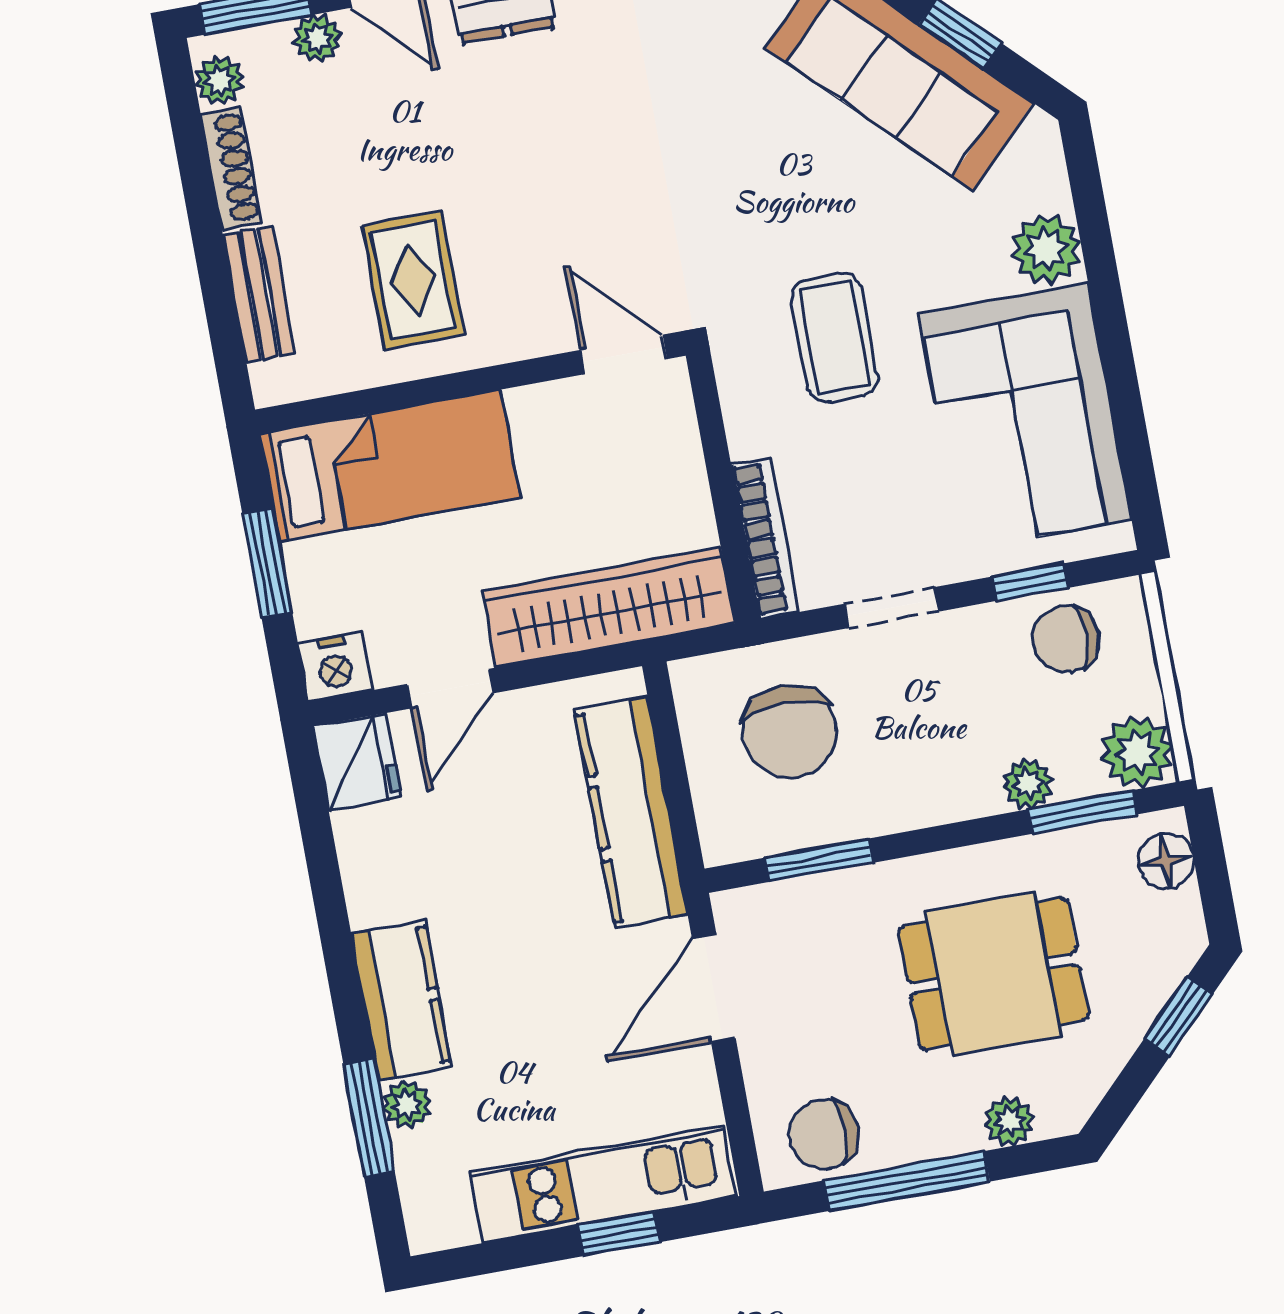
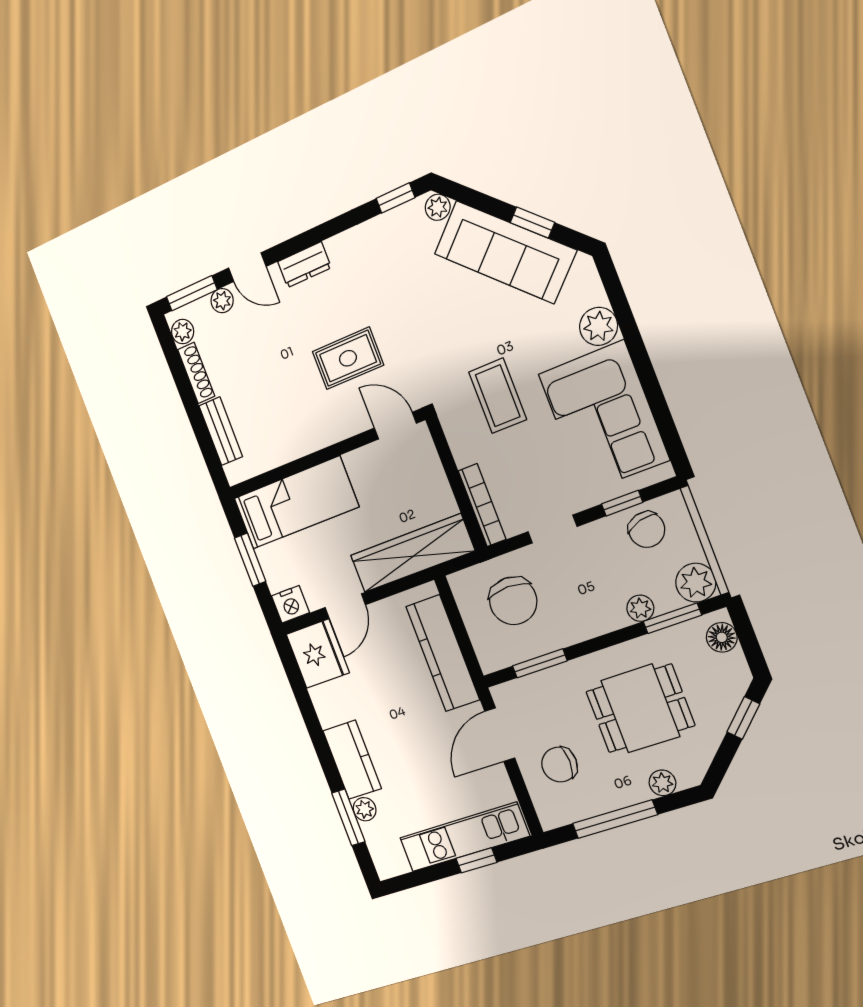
rug: (413, 280) -> (348, 358), moved, turned 90
chair: (1066, 639) -> (647, 530), turned -105
fridge: (357, 762) -> (318, 654), width x1.36, depth x1.34
chair: (824, 1134) -> (559, 765), moved

